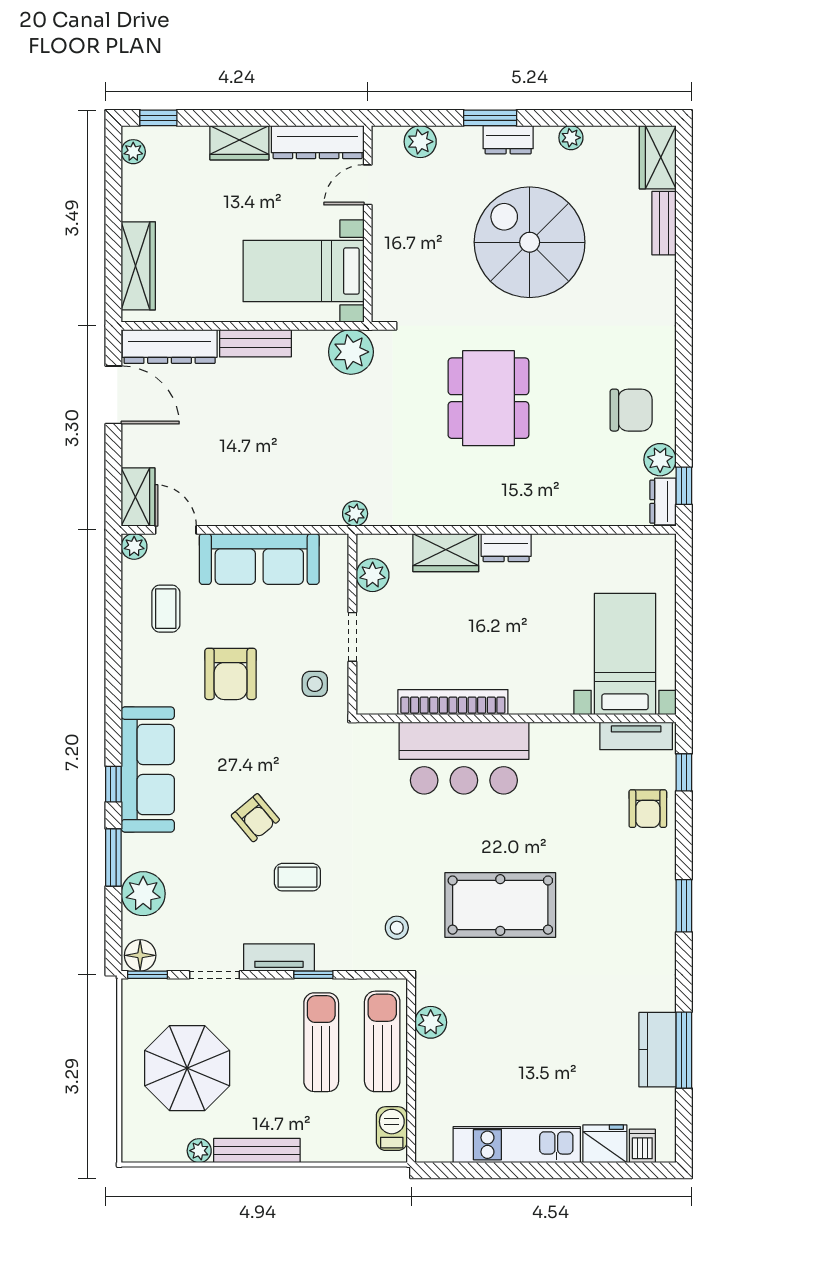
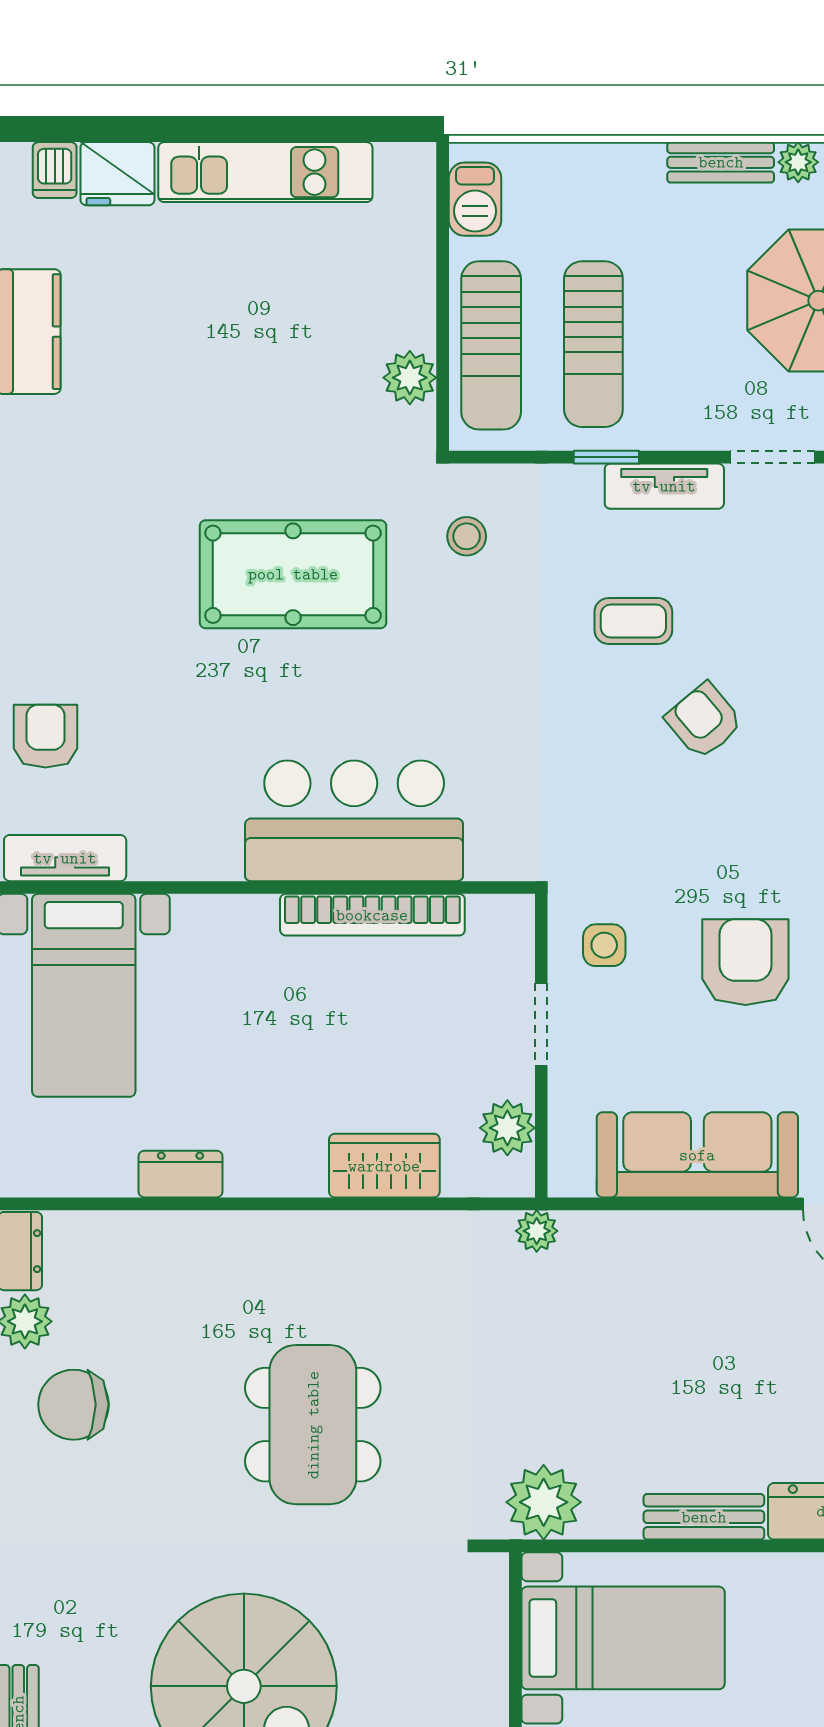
dresser: (506, 548) -> (181, 1174), moved
bench: (257, 1151) -> (721, 162), width x0.73

